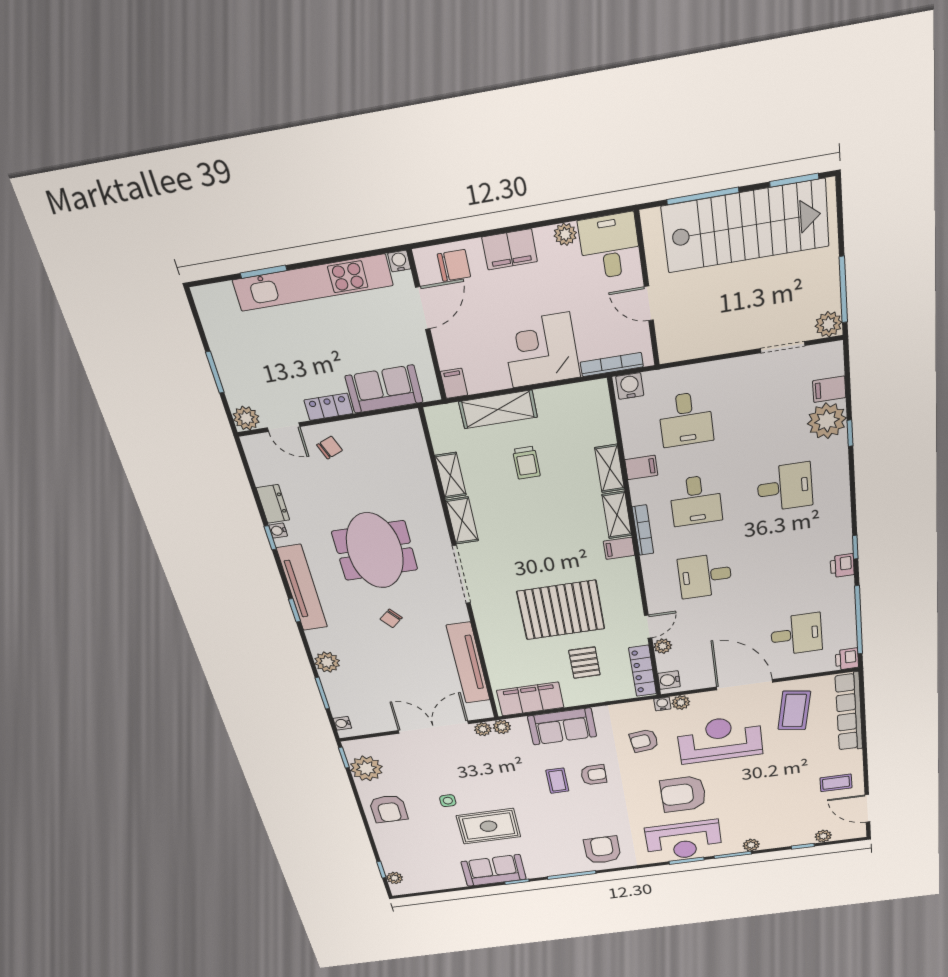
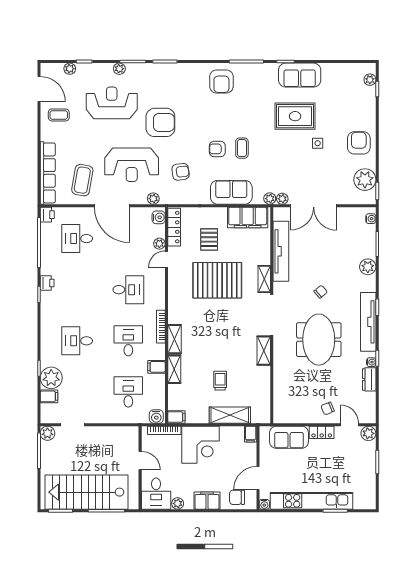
shelving: (451, 475) -> (264, 279), moved
filing cabinet: (619, 548) -> (176, 417), moved
water cooler: (662, 704) -> (165, 199), removed
reception desk: (684, 840) -> (112, 103), moved

